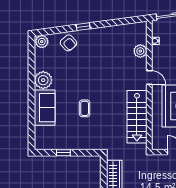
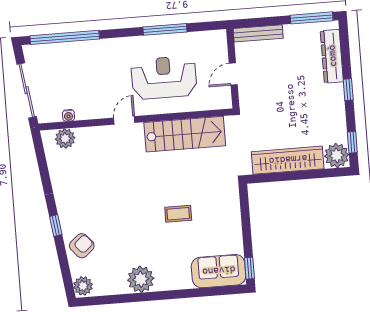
plant: (140, 51) -> (65, 139), moved
sofa: (45, 108) -> (219, 271), moved
window: (63, 153) -> (249, 268), moved

